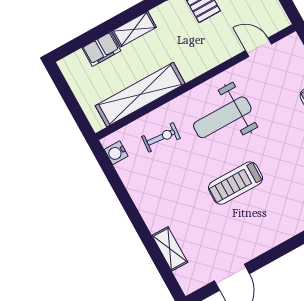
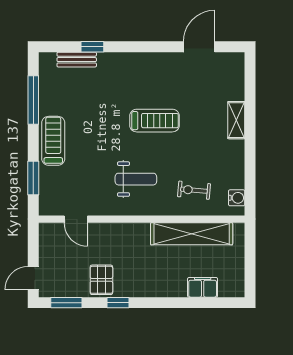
shelving: (134, 29) -> (167, 289), removed
weight bench: (222, 117) -> (136, 179), width x0.73, depth x0.75
shelving: (170, 249) -> (236, 120), moved

